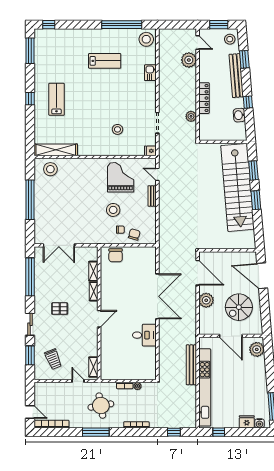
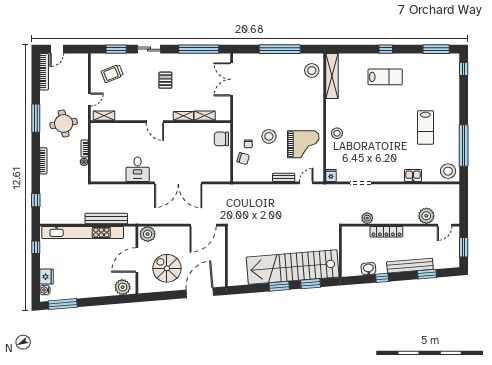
stool: (230, 39) -> (448, 259), removed
stool: (117, 129) -> (337, 133), moved
plant: (206, 300) -> (148, 234), moved

